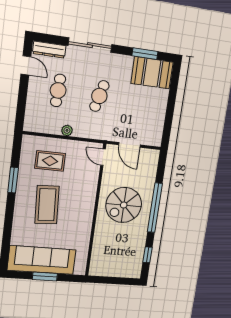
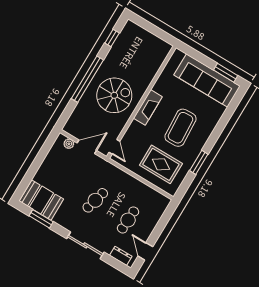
dresser: (49, 50) -> (121, 256), width x0.70
plant: (67, 130) -> (69, 144), moved
door: (129, 145) -> (87, 147), hinge flipped
rug: (50, 161) -> (161, 164), width x1.36, depth x1.43
fireplace: (87, 209) -> (148, 107), added
window: (45, 276) -> (226, 73), moved

